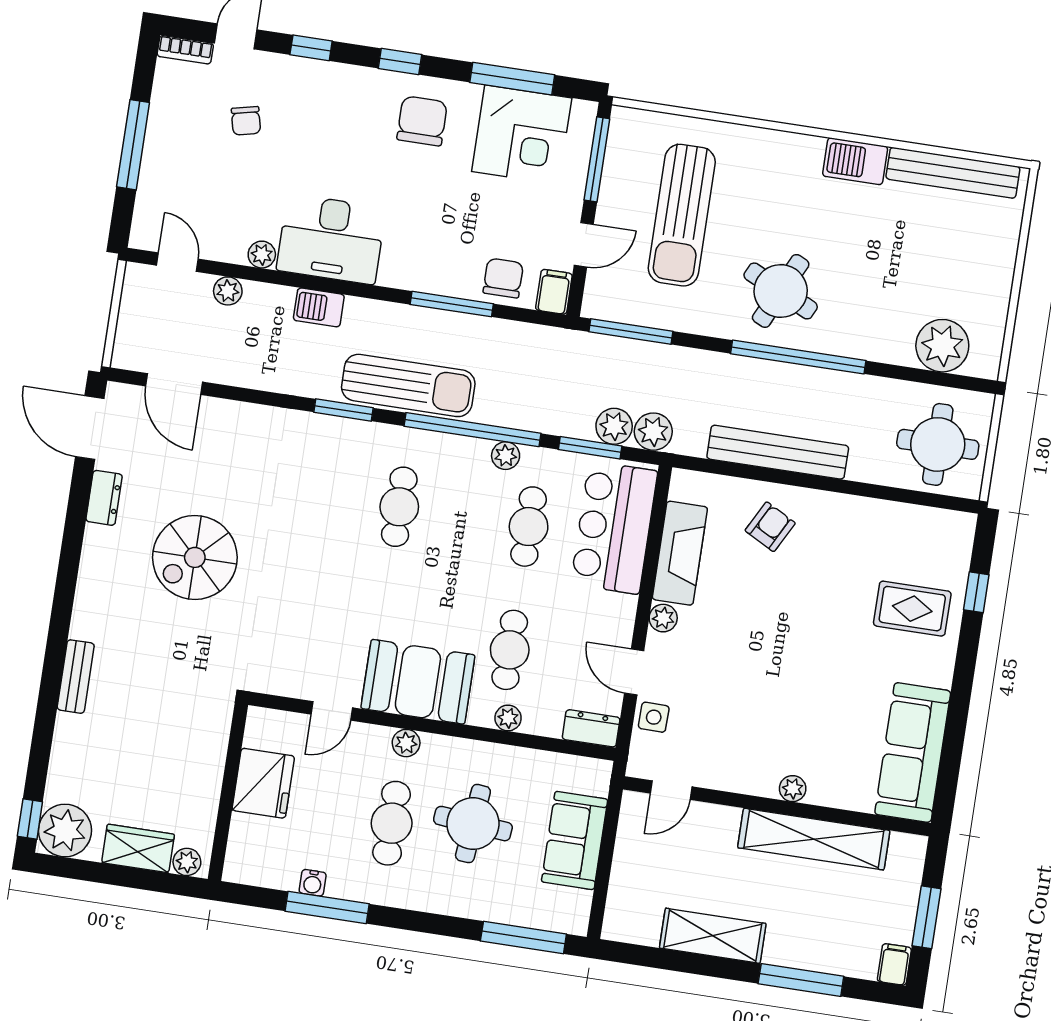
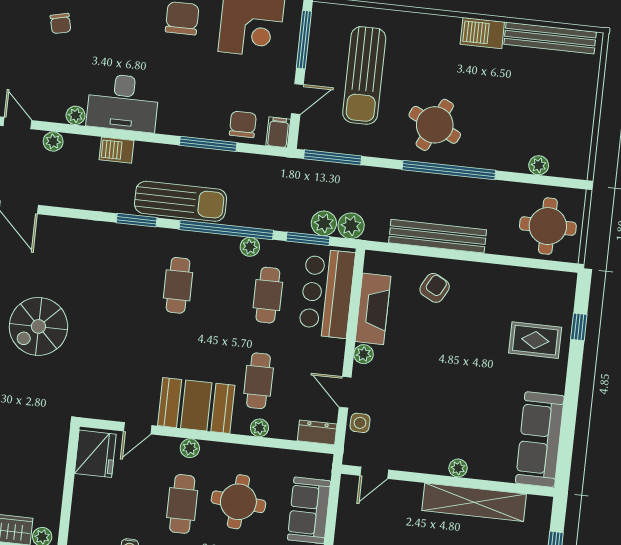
plant: (942, 346) -> (539, 165), width x0.53, depth x0.53
fridge: (263, 783) -> (95, 454), moved

